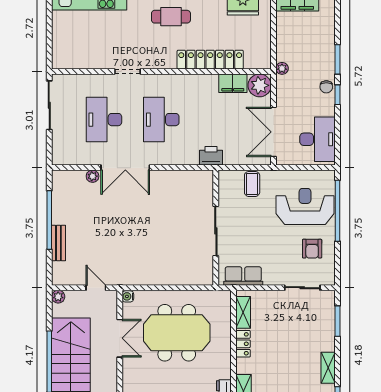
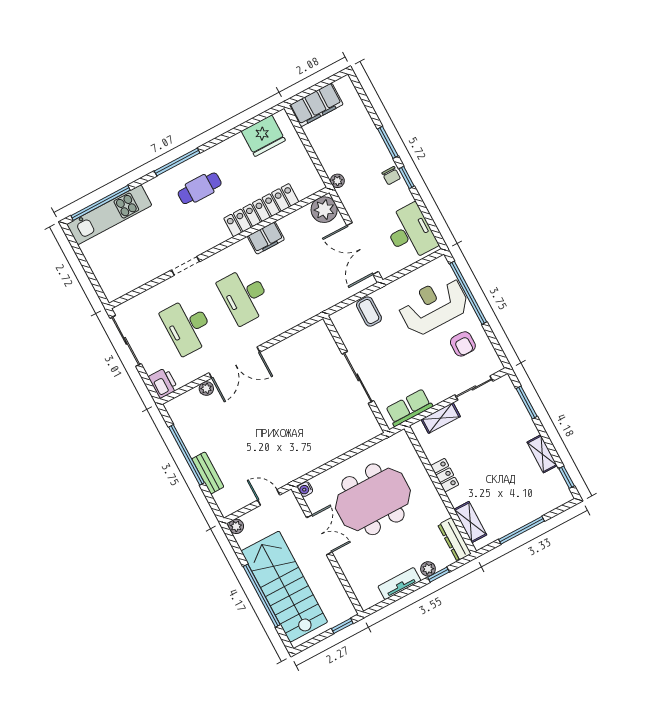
filing cabinet: (233, 83) -> (266, 238), moved
printer: (211, 156) -> (163, 383), moved, turned 90
shelving: (243, 312) -> (441, 418), moved, turned 90

